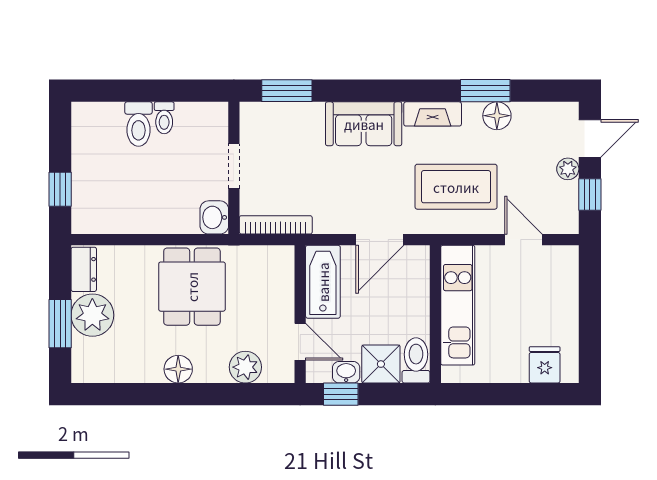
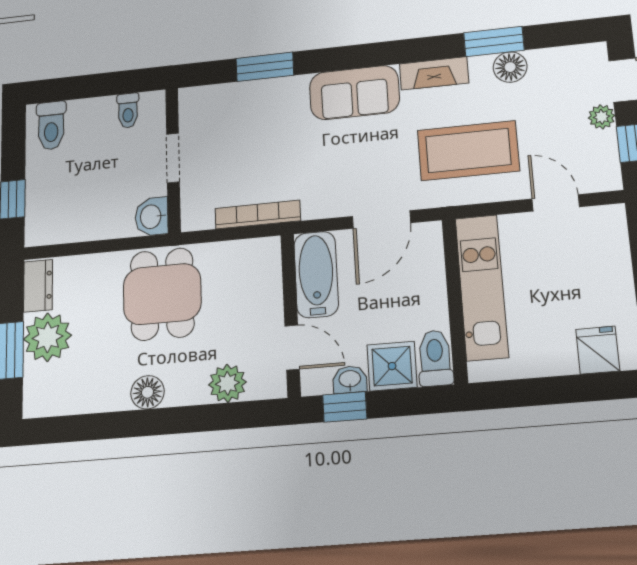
toilet: (138, 124) -> (51, 125), moved
doorway: (234, 166) -> (173, 158), moved
wall: (234, 168) -> (173, 160), moved
washbasin: (214, 217) -> (152, 217), moved

